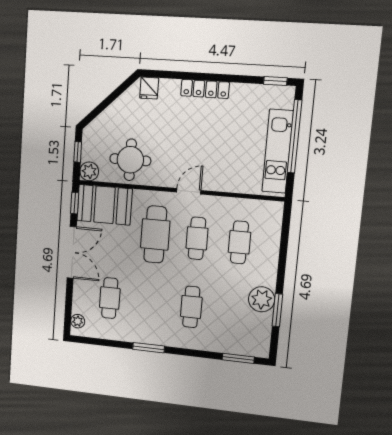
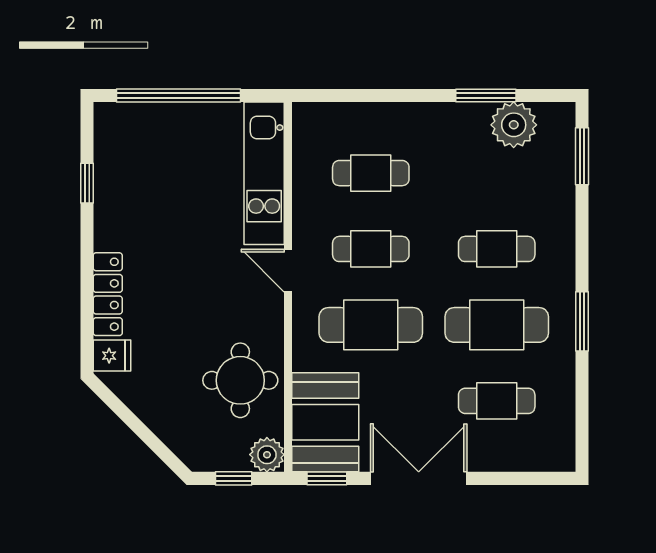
window: (275, 81) -> (87, 183), moved
locker: (205, 89) -> (108, 294), moved
kitchen unit: (278, 151) -> (264, 173), moved, turned 90
plant: (262, 299) -> (514, 125), moved
cafe table: (150, 302) -> (497, 325), added
plant: (78, 321) -> (547, 459), removed

